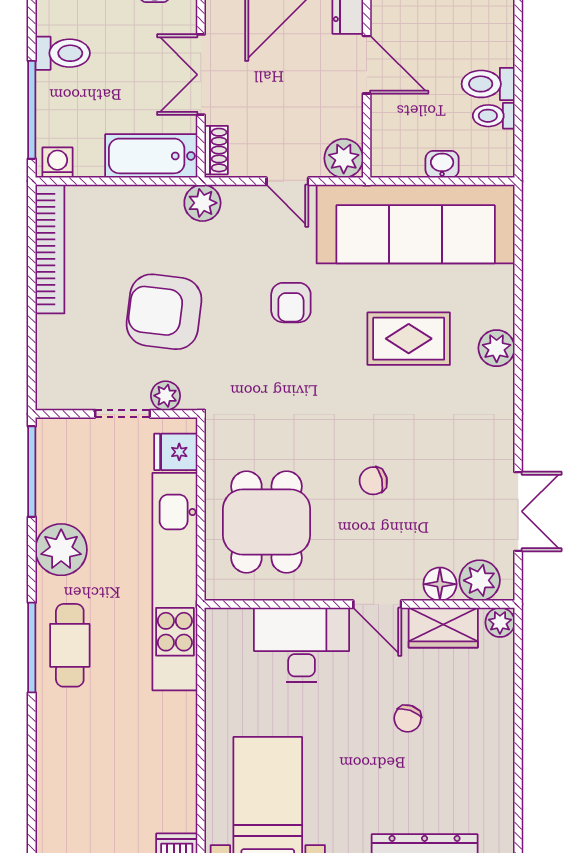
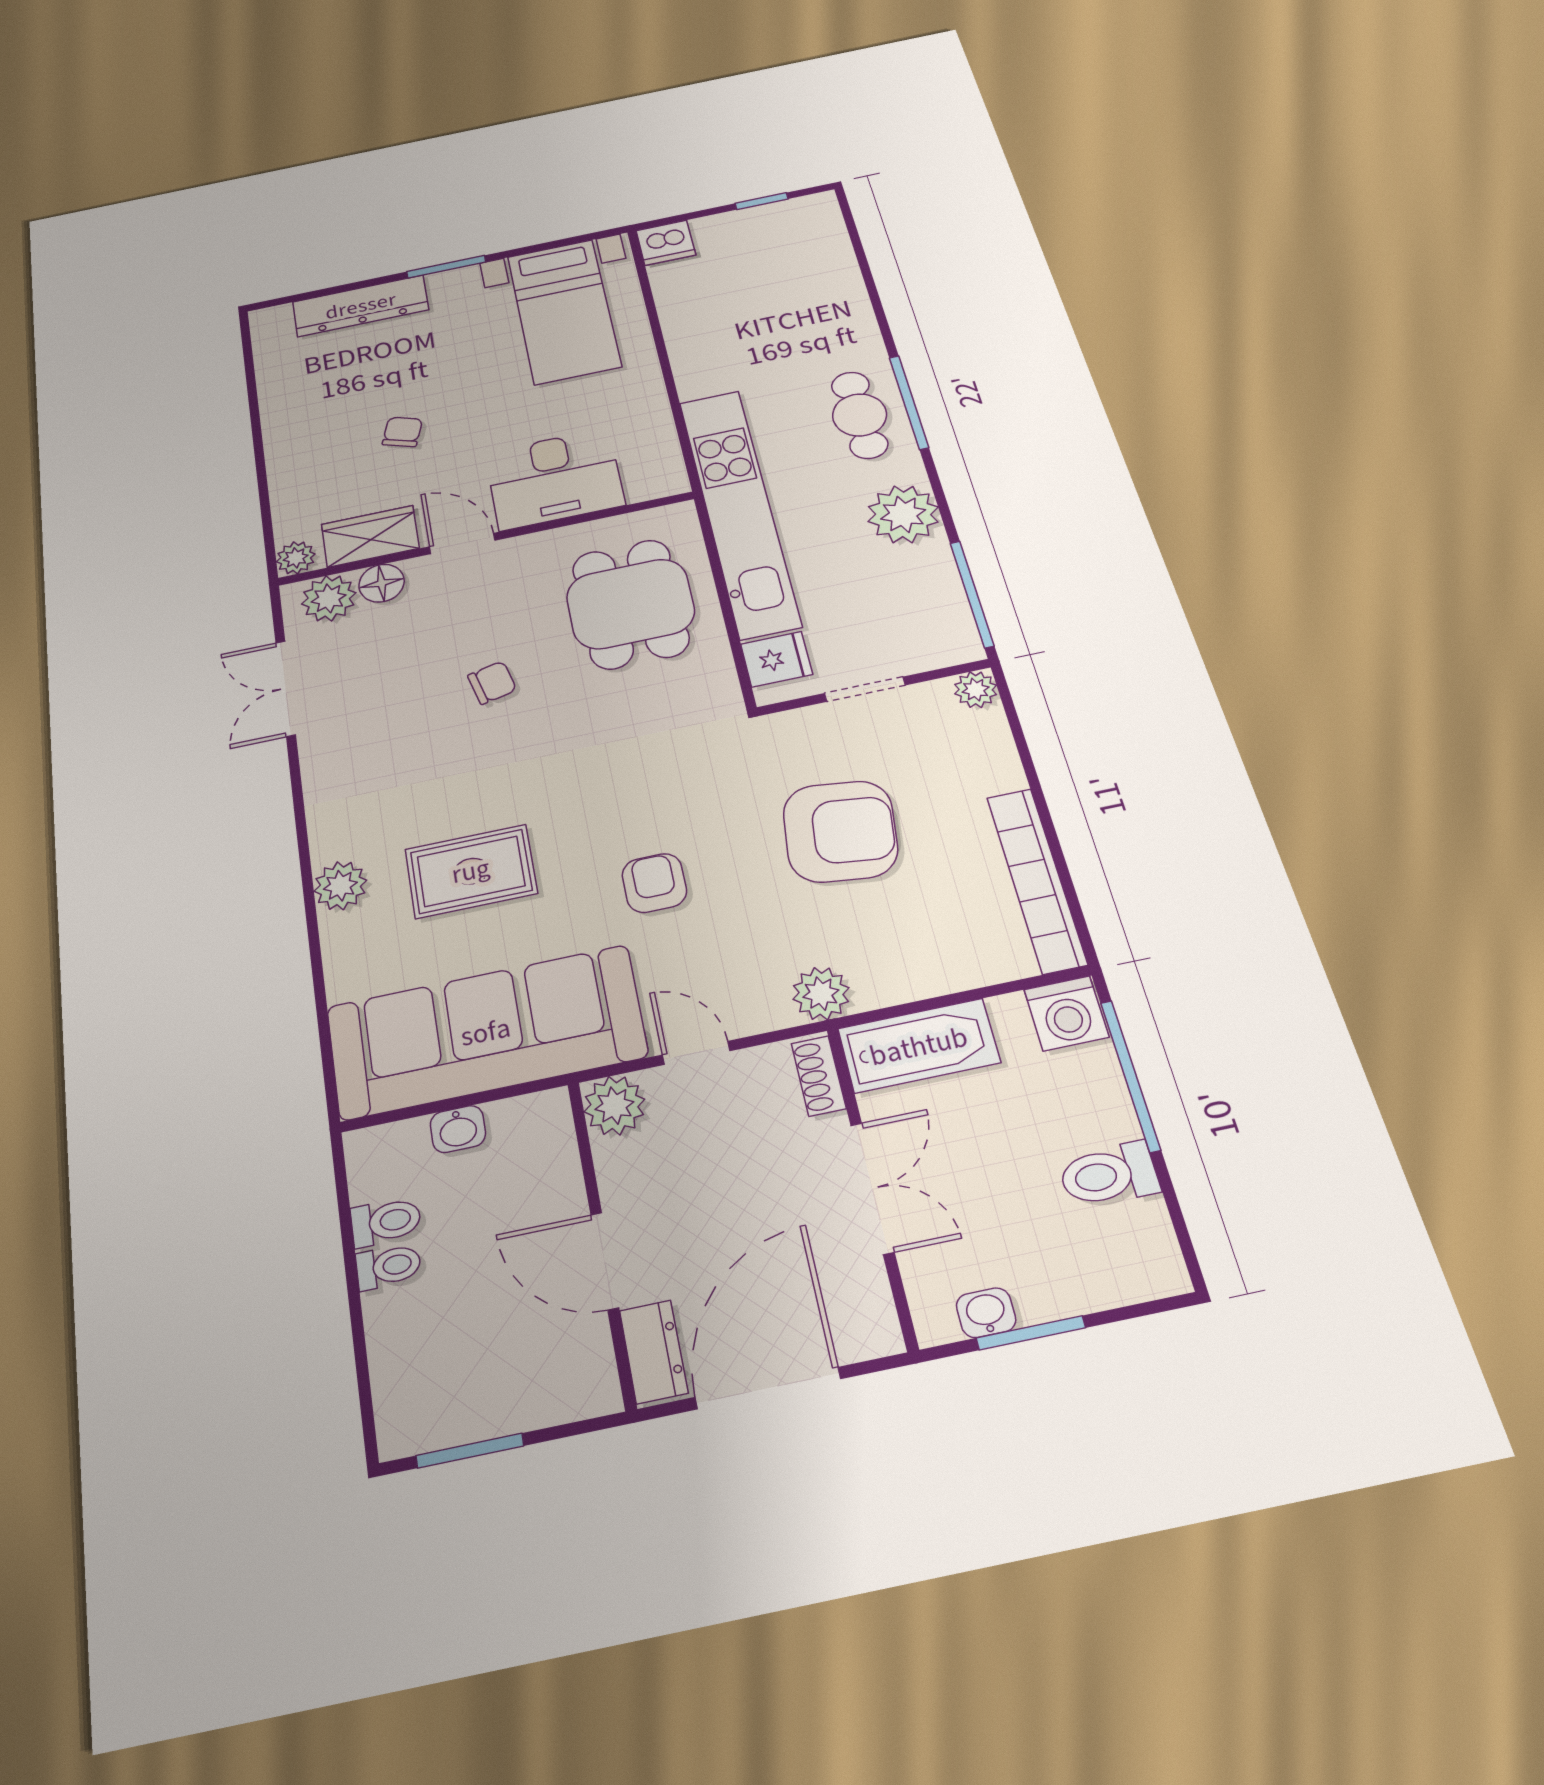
toilet: (488, 84) -> (388, 1266), width x0.73, depth x0.72
washing machine: (57, 163) -> (1066, 1013), width x1.38, depth x1.38
plant: (166, 396) -> (976, 690), moved

